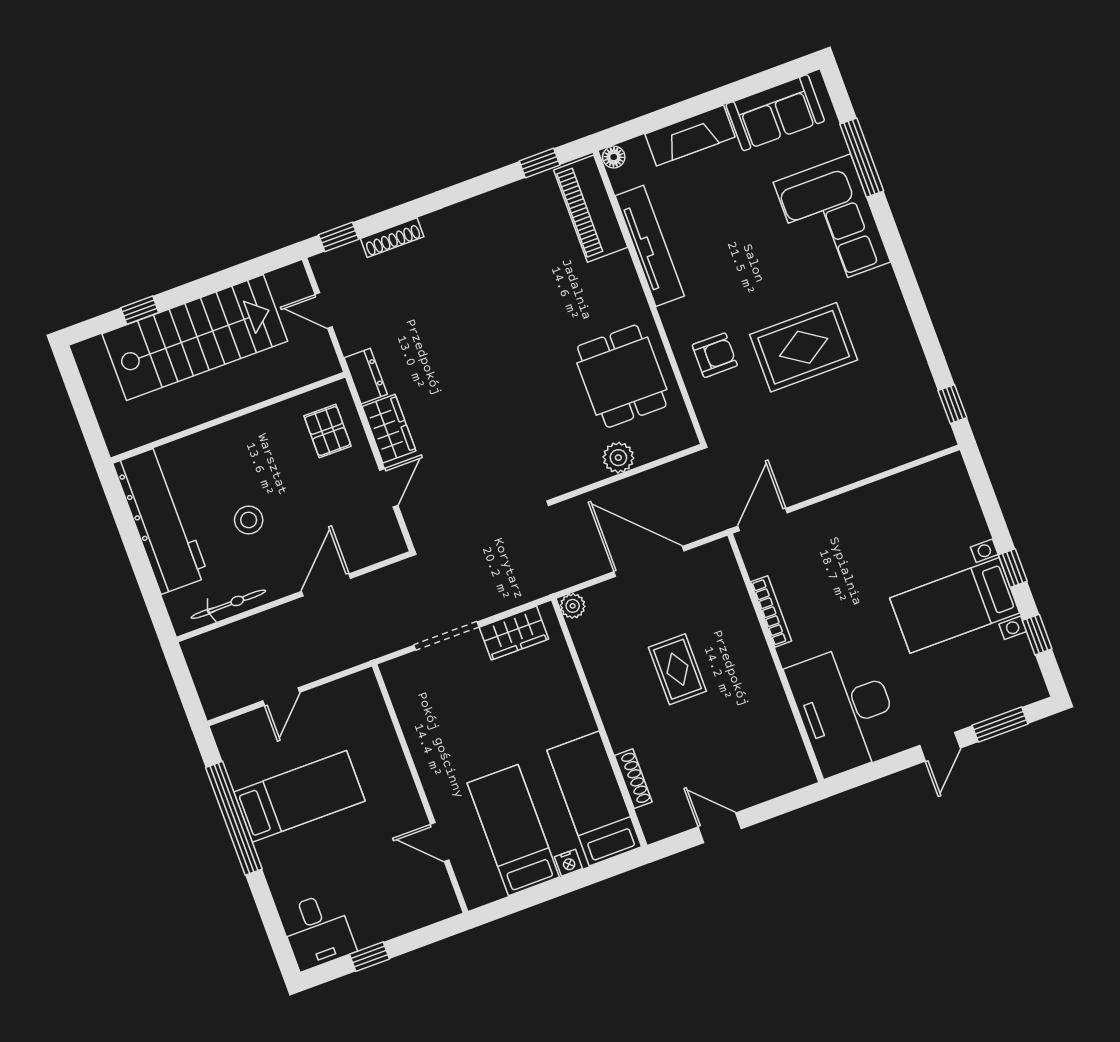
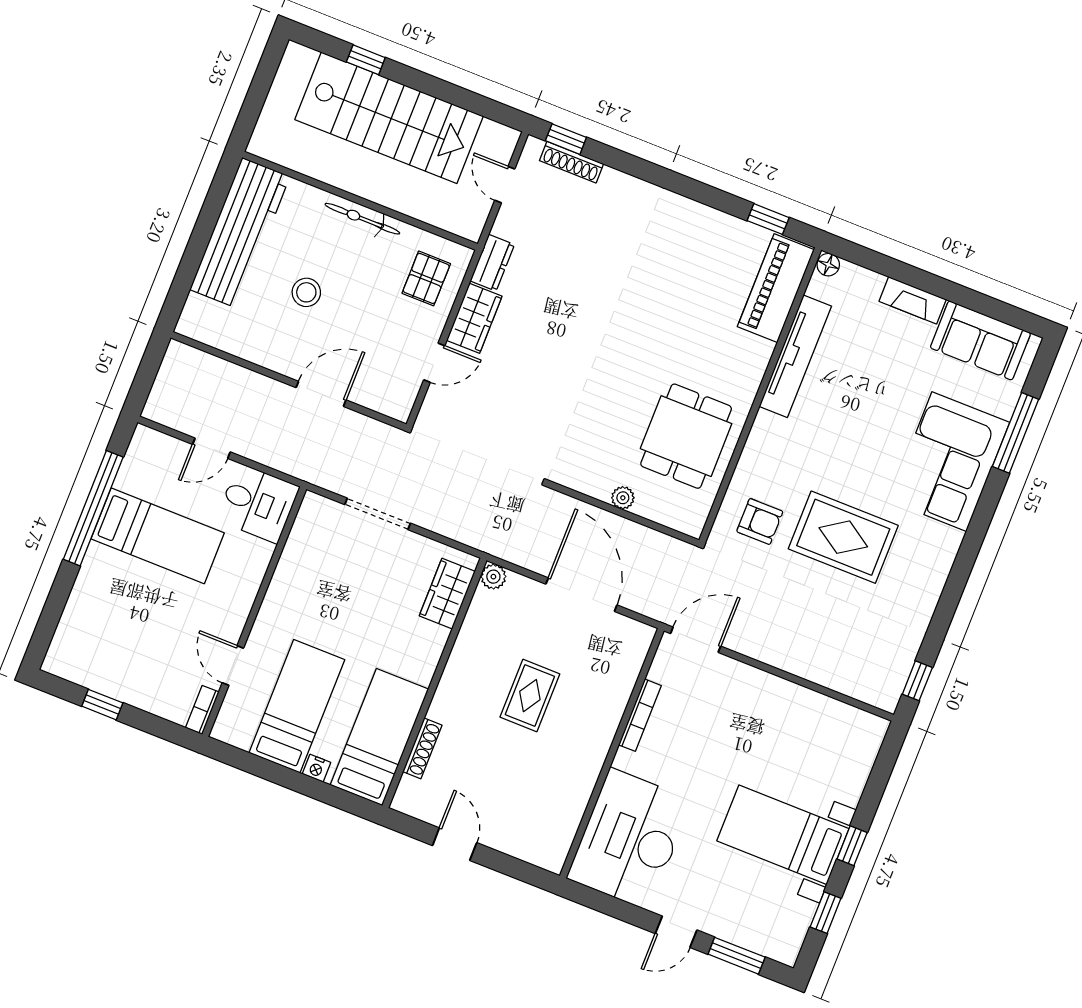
fireplace: (690, 136) -> (913, 300), width x0.73, depth x0.76
shoe rack: (392, 238) -> (572, 162), moved
armchair: (715, 355) -> (760, 521), moved
plant: (618, 458) -> (623, 498), width x0.73, depth x0.73
bicycle: (228, 604) -> (362, 219), moved, turned 180
wardrobe: (514, 633) -> (447, 594), moved, turned 90
bookcase: (446, 895) -> (202, 710), added
desk: (318, 931) -> (258, 503), moved, turned -90

